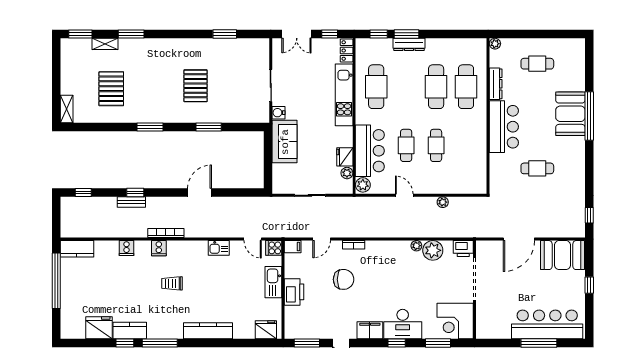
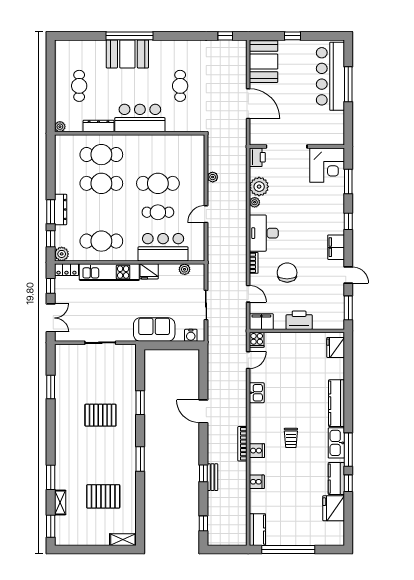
water cooler: (278, 113) -> (191, 335), moved
cafe table: (436, 145) -> (158, 183), width x1.37, depth x1.35
fridge: (345, 157) -> (149, 271), moved
plant: (363, 185) -> (62, 254), moved
filing cabinet: (293, 247) -> (261, 322), width x2.00
kitchen sink: (273, 282) -> (336, 443), moved, turned 90
desk: (403, 324) -> (264, 233), moved, turned 180

